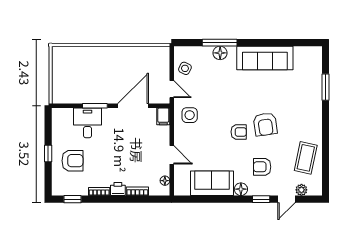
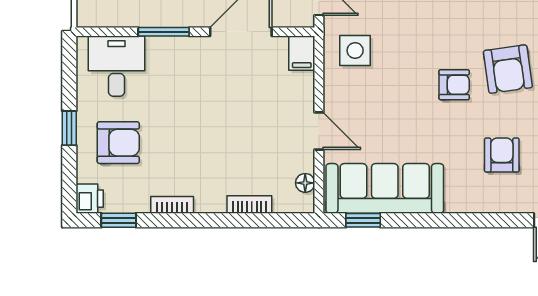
desk: (87, 123) -> (117, 66), moved
armchair: (262, 167) -> (502, 155), turned 90
sofa: (212, 183) -> (385, 188), width x1.36
printer: (118, 189) -> (90, 199), moved, turned 90
floor lamp: (241, 189) -> (459, 200), removed
window: (261, 199) -> (363, 220), moved

